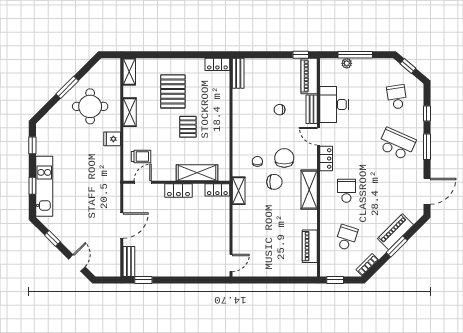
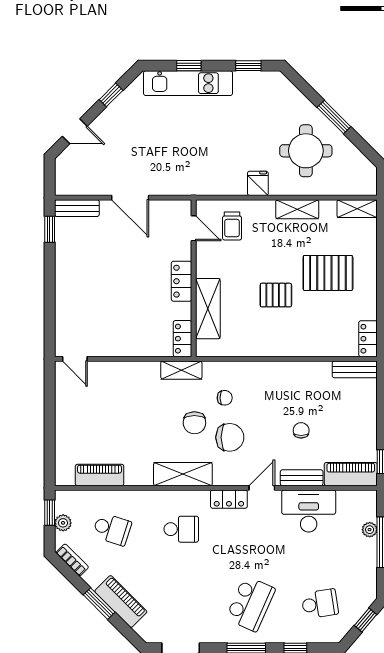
plant: (342, 271) -> (63, 523), added

